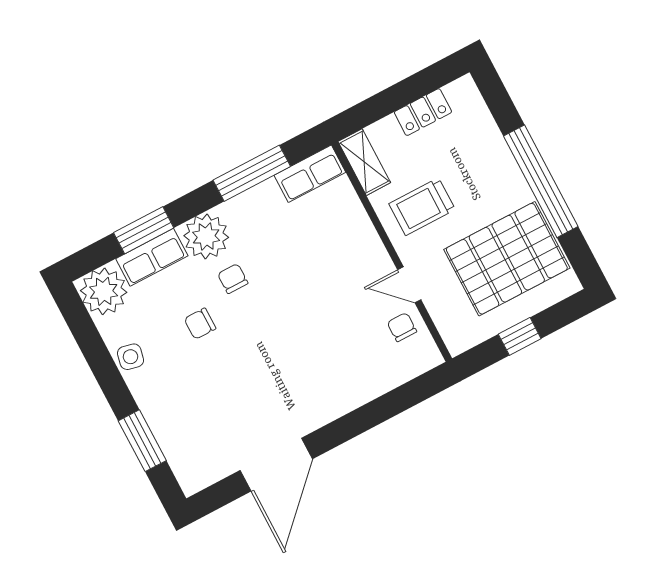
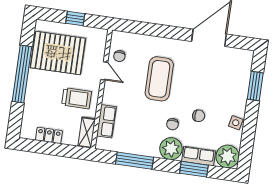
row of seats: (310, 174) -> (106, 121), moved, turned 90
coffee table: (309, 337) -> (159, 79), added

